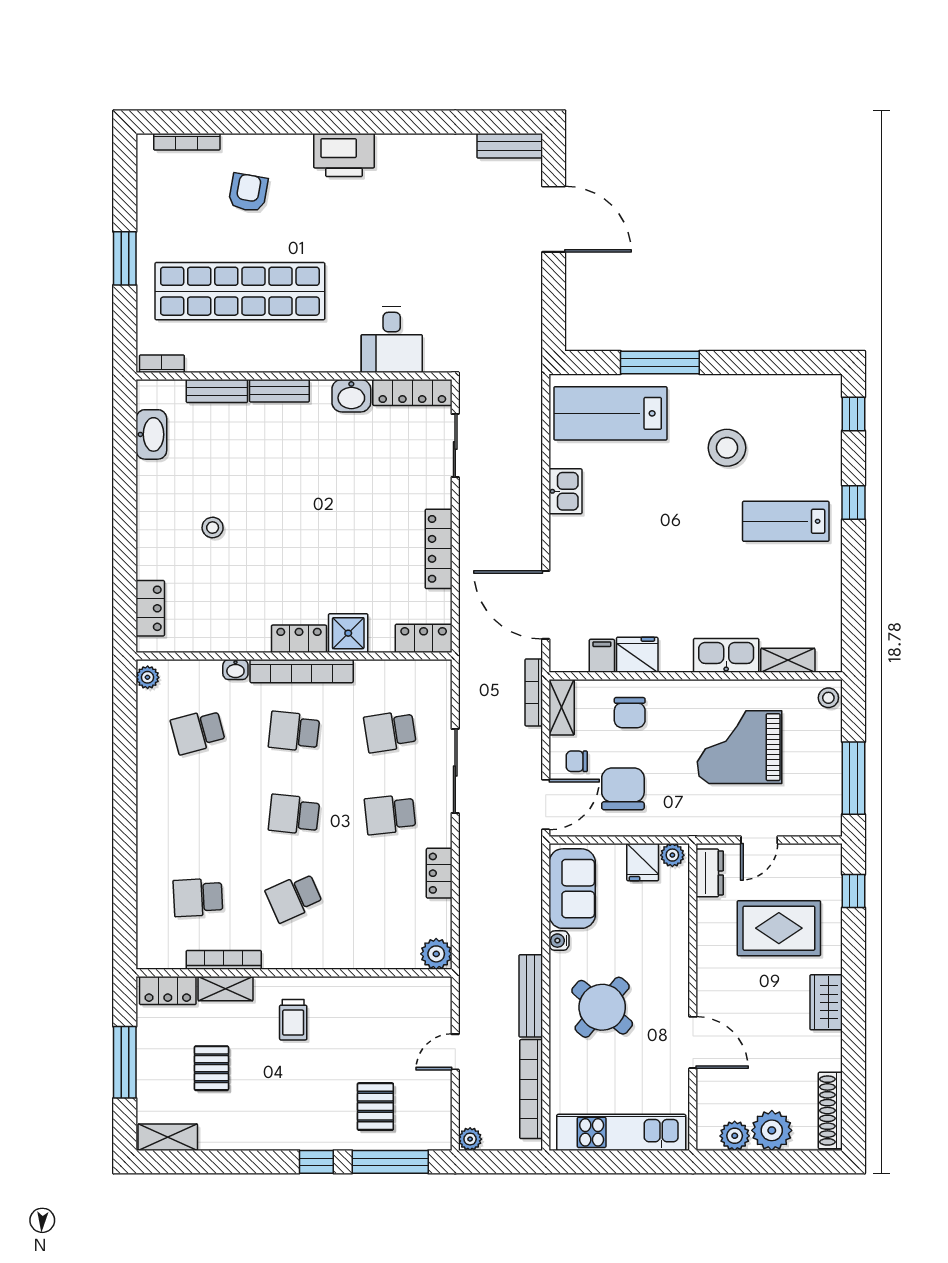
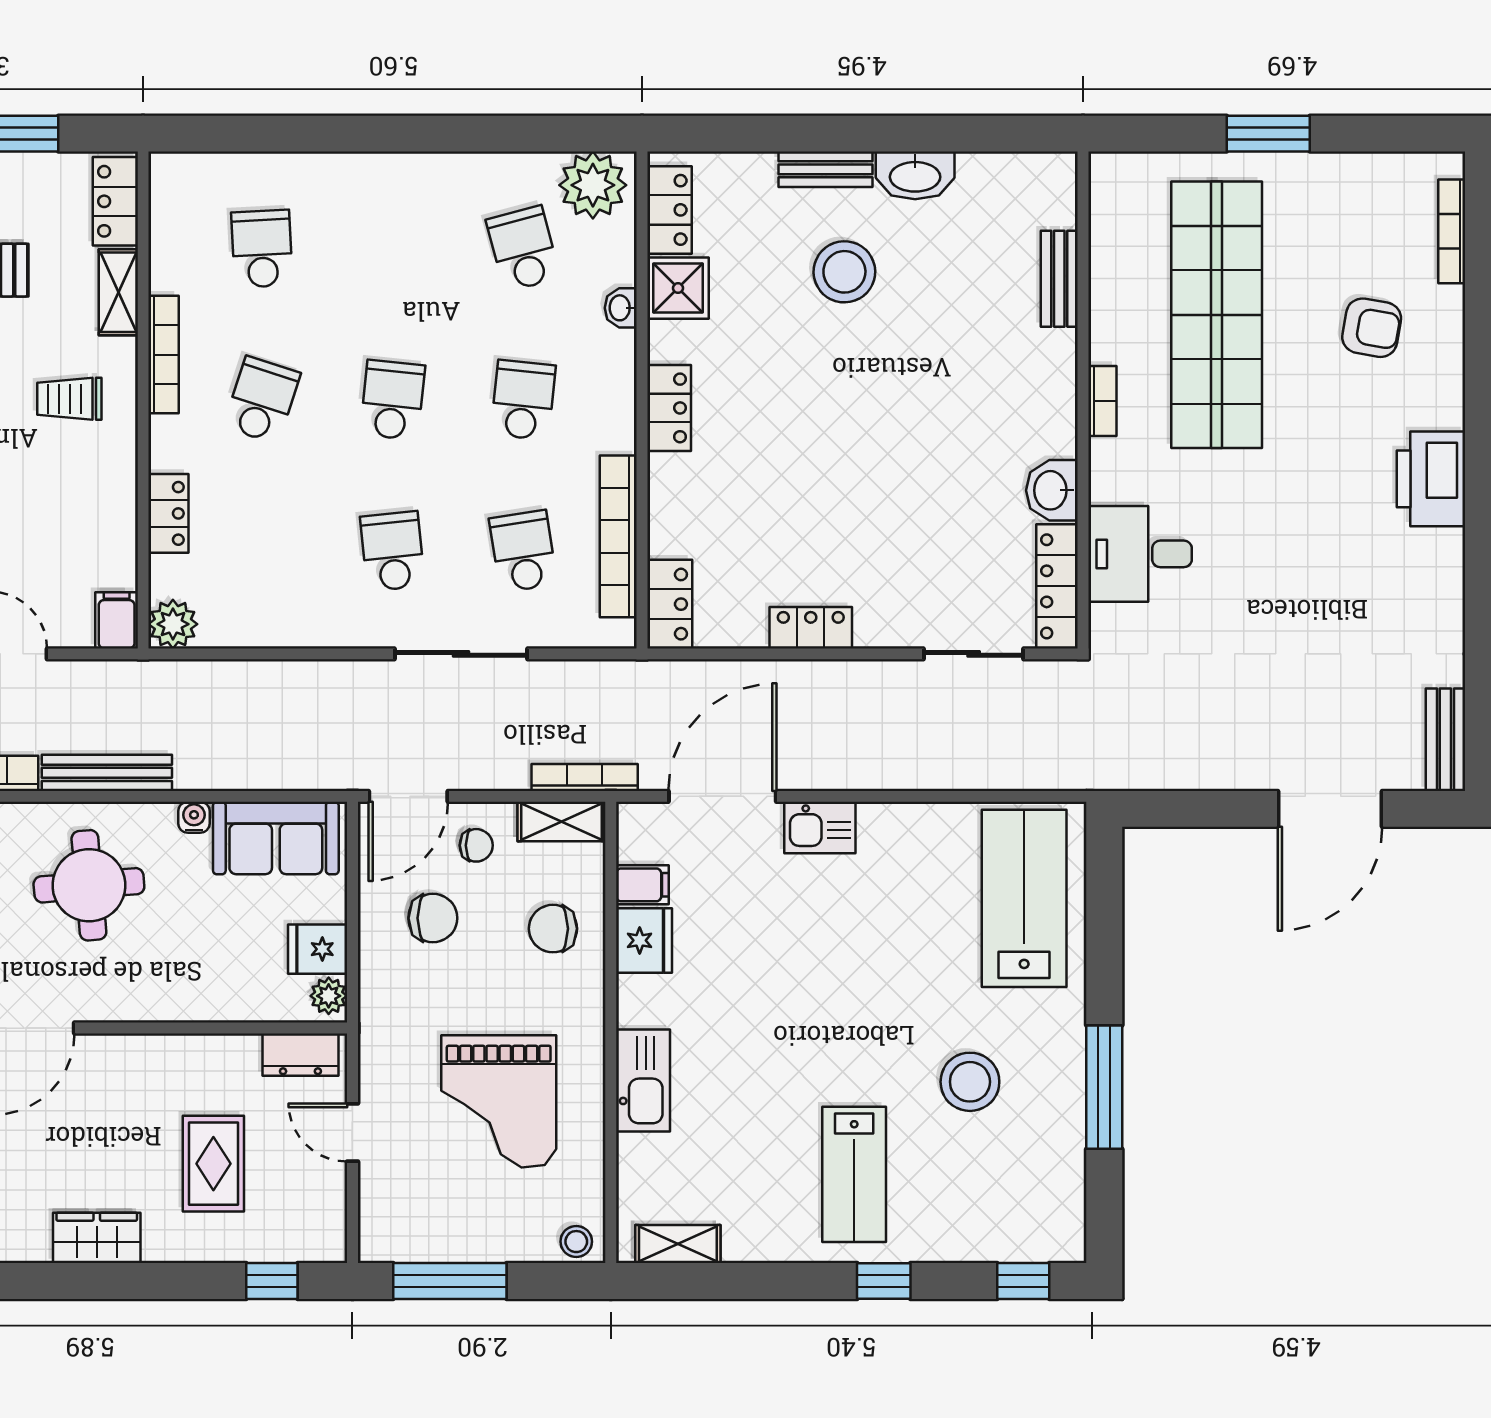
window: (660, 362) -> (1104, 1087), moved
bookcase: (162, 364) -> (1102, 401), moved
bench: (279, 391) -> (825, 169), moved, turned 90
washbasin: (151, 434) -> (915, 175), moved
kitchen sink: (565, 491) -> (820, 828), moved
lab bench: (786, 521) -> (854, 1174), turned 180
stool: (213, 528) -> (844, 272), width x1.89, depth x1.89
locker: (439, 549) -> (811, 628), width x0.66
locker: (150, 608) -> (669, 210), moved, turned -90
shower: (348, 633) -> (678, 288), moved
shelving: (788, 660) -> (678, 1244), moved, turned 90
bookcase: (302, 671) -> (618, 536), moved
plant: (148, 677) -> (593, 185), width x1.88, depth x1.88
grand piano: (739, 747) -> (499, 1101), turned 180
chair: (577, 761) -> (476, 845), turned 90
chair: (623, 789) -> (433, 918), width x0.73, depth x0.73
door: (546, 805) -> (408, 796), hinge flipped
locker: (439, 873) -> (168, 513), moved, turned 90
school desk: (294, 897) -> (262, 400), turned 42
rug: (779, 928) -> (213, 1164), width x0.73, depth x0.70
bookcase: (224, 960) -> (164, 355), moved
filing cabinet: (434, 990) -> (117, 620), added
round table: (602, 1007) -> (89, 885), turned 45

